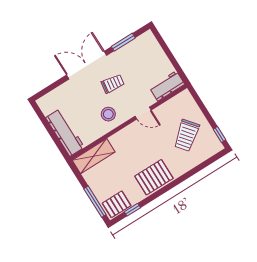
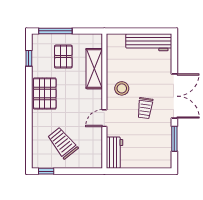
workbench: (65, 132) -> (149, 42), moved
shelving: (94, 156) -> (94, 69), moved
pallet: (117, 204) -> (63, 57), moved

